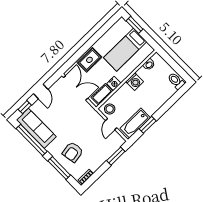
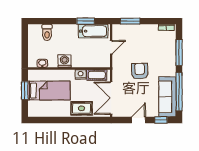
window: (135, 25) -> (25, 91), moved
toilet: (176, 81) -> (47, 33), moved
stool: (110, 109) -> (102, 59), removed
armchair: (73, 152) -> (140, 71), moved, turned -83

